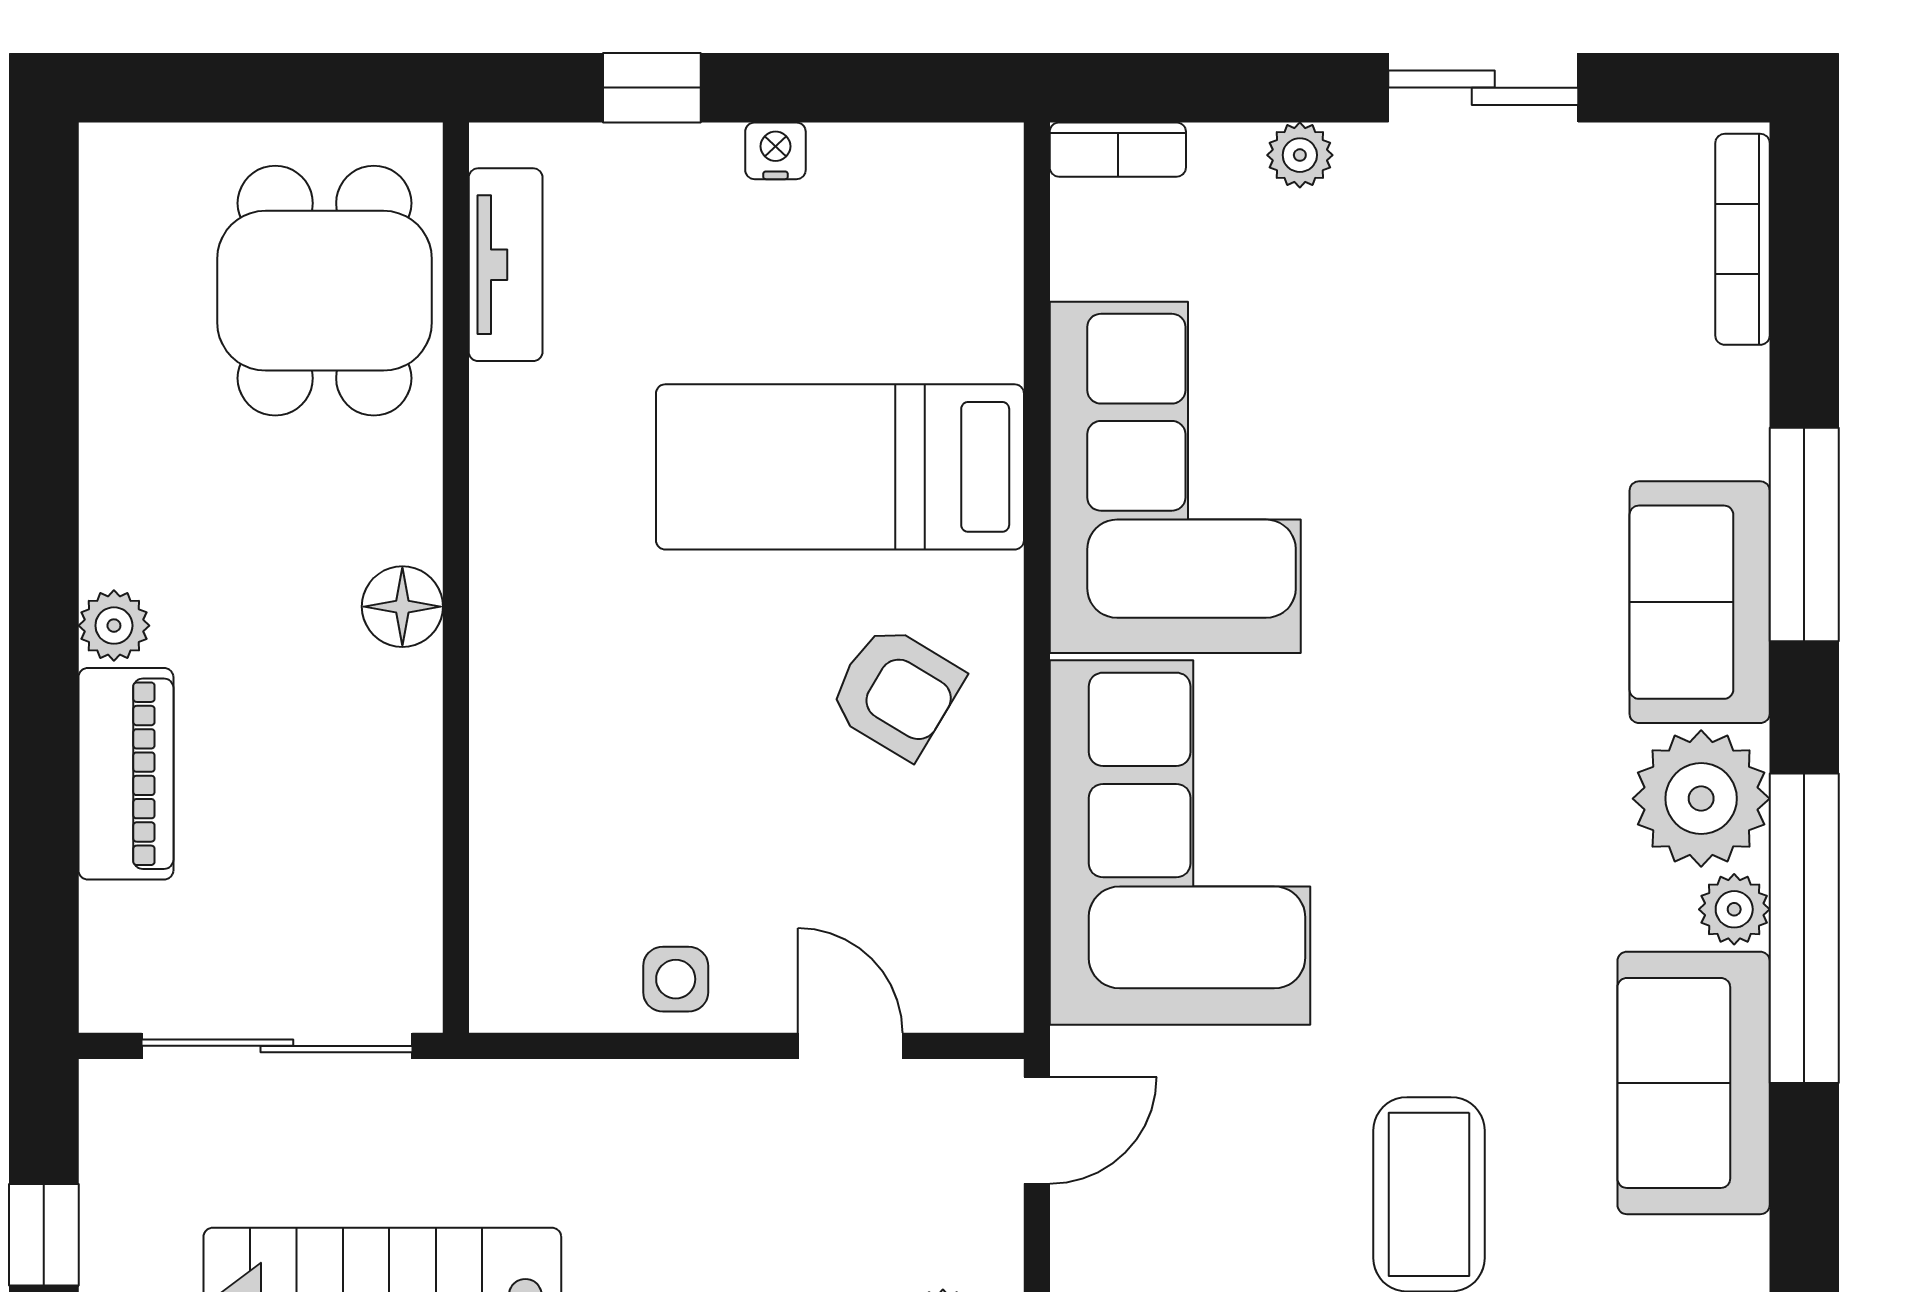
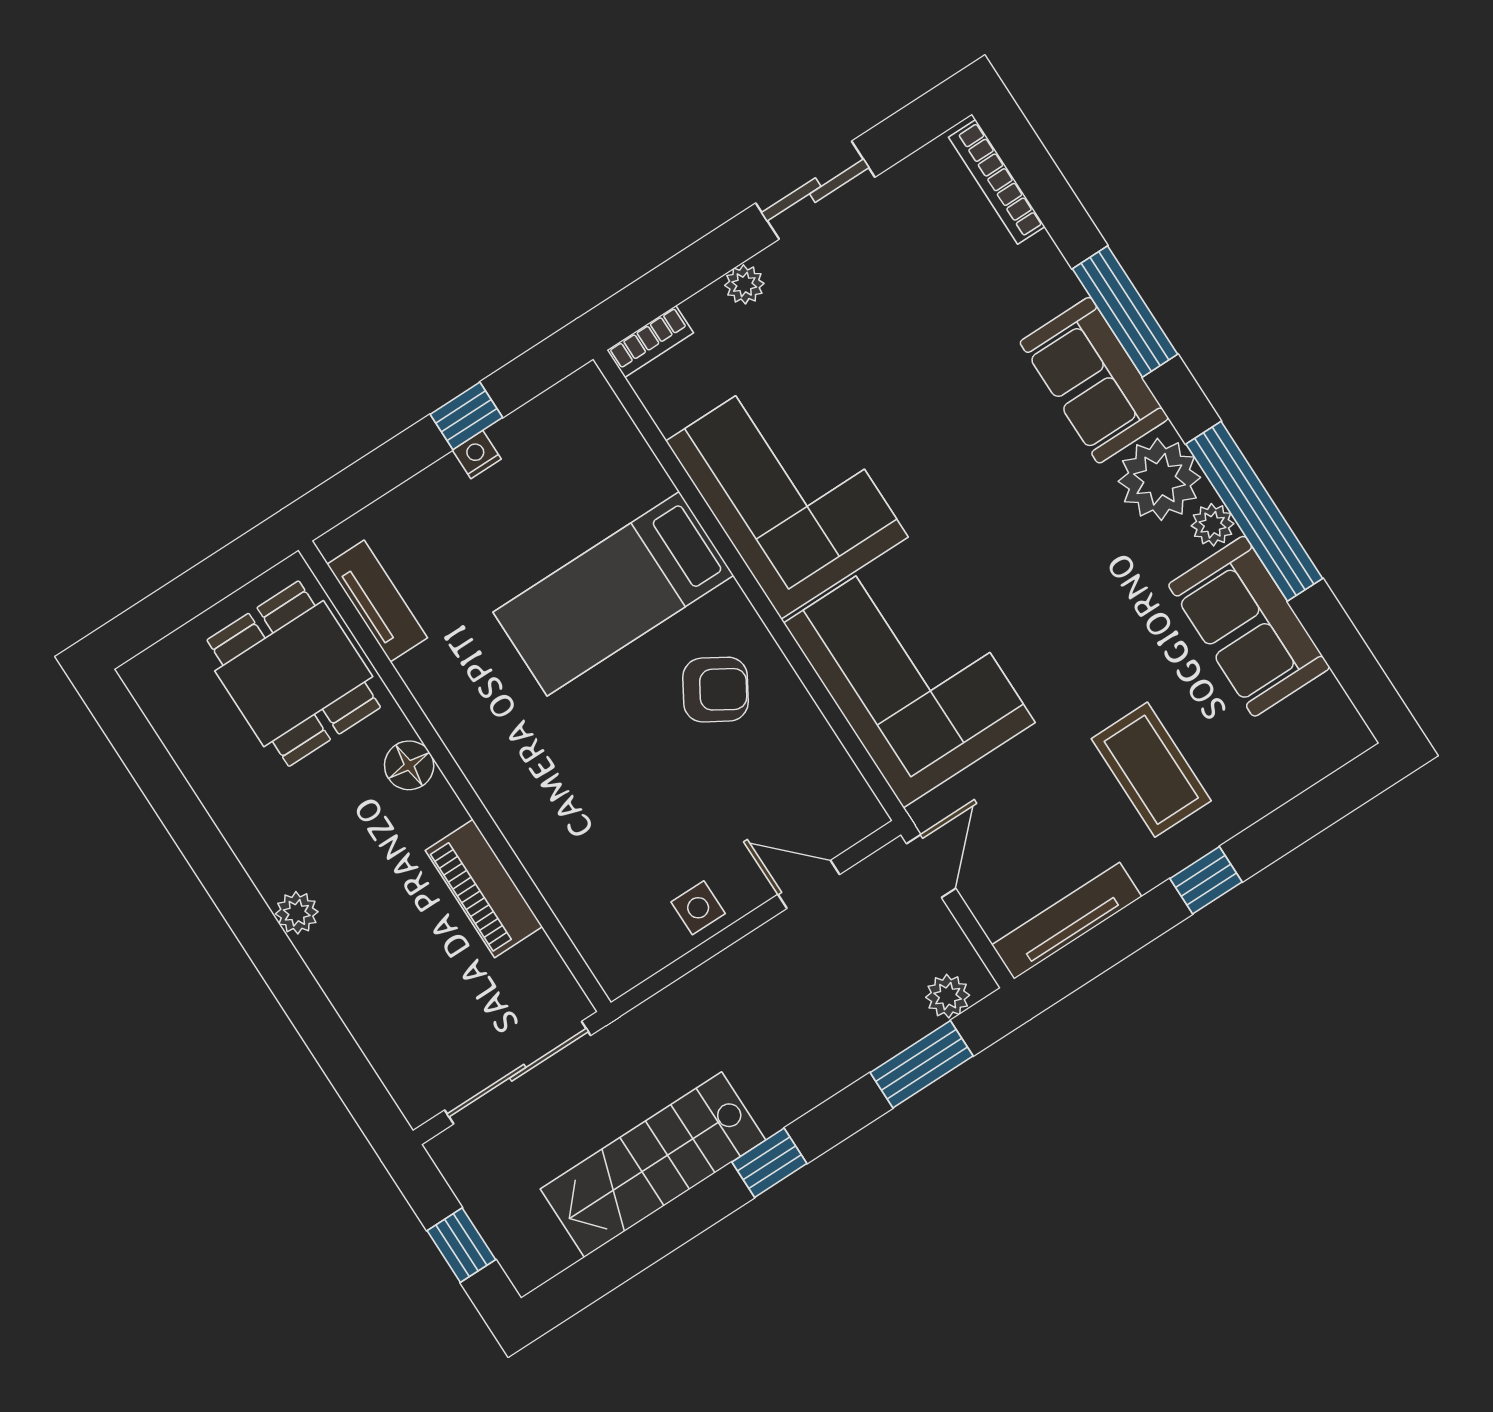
window: (652, 88) -> (466, 416), moved
floor lamp: (402, 607) -> (409, 765), moved
piano: (126, 774) -> (484, 889), moved, turned 180

